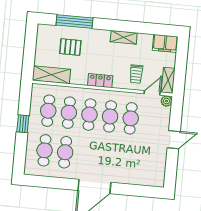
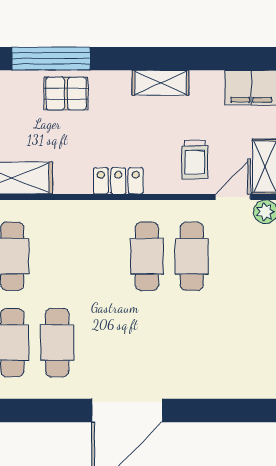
pallet: (70, 47) -> (66, 94), moved
cafe table: (69, 113) -> (57, 256), removed
cafe table: (89, 115) -> (102, 256), removed

